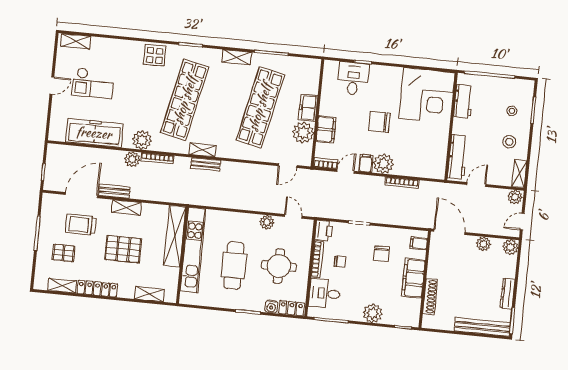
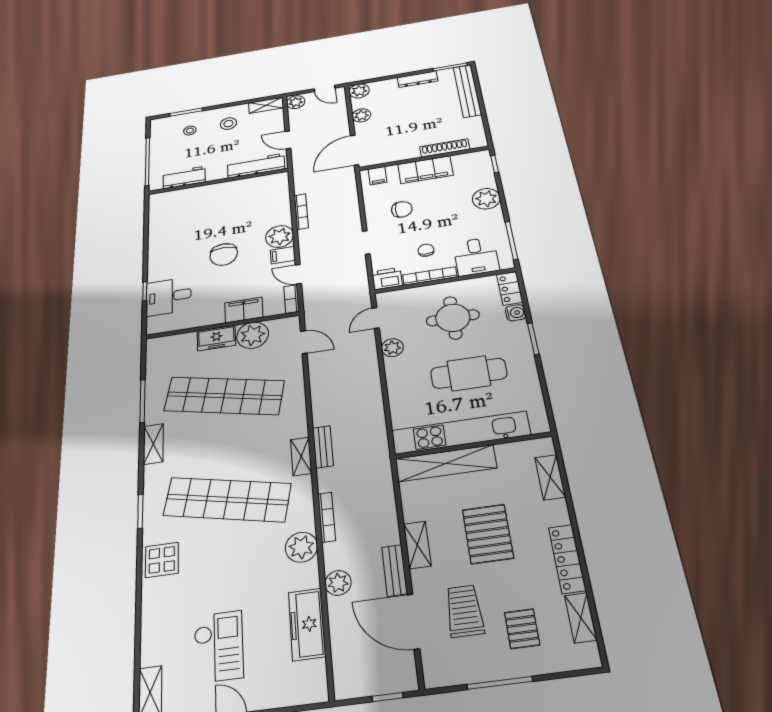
corner desk: (427, 96) -> (182, 214), removed
freezer: (94, 133) -> (307, 624), width x0.73, depth x0.79
plant: (132, 159) -> (338, 583), moved
trolley: (81, 224) -> (464, 611), turned 180

